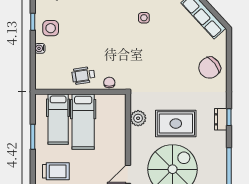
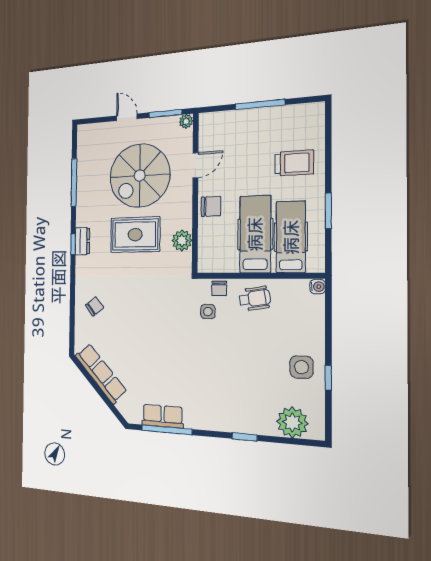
side table: (144, 18) -> (208, 312), moved
water cooler: (40, 48) -> (318, 287), moved
chair: (210, 68) -> (94, 306), width x0.54, depth x0.54
chair: (116, 143) -> (211, 206), added
trolley: (56, 171) -> (294, 163), turned 180

